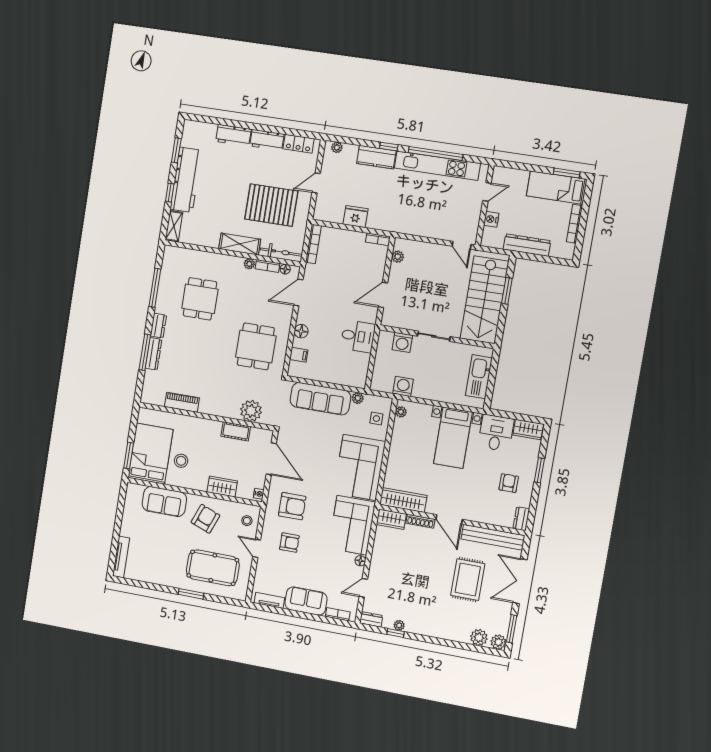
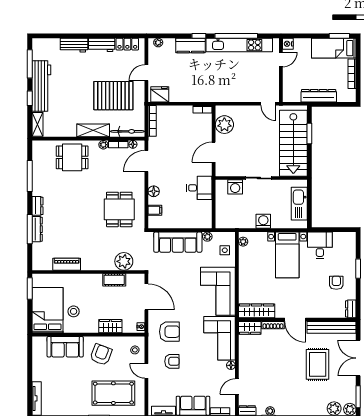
window: (176, 150) -> (30, 64), width x1.44
fridge: (355, 217) -> (160, 94), moved
nightstand: (491, 219) -> (288, 44), moved
plant: (398, 257) -> (224, 125), width x1.88, depth x1.88
dining table: (200, 299) -> (72, 157), moved, turned 90
washing machine: (403, 386) -> (263, 221), moved
wardrobe: (528, 430) -> (344, 238), removed
window: (129, 455) -> (30, 289), moved

